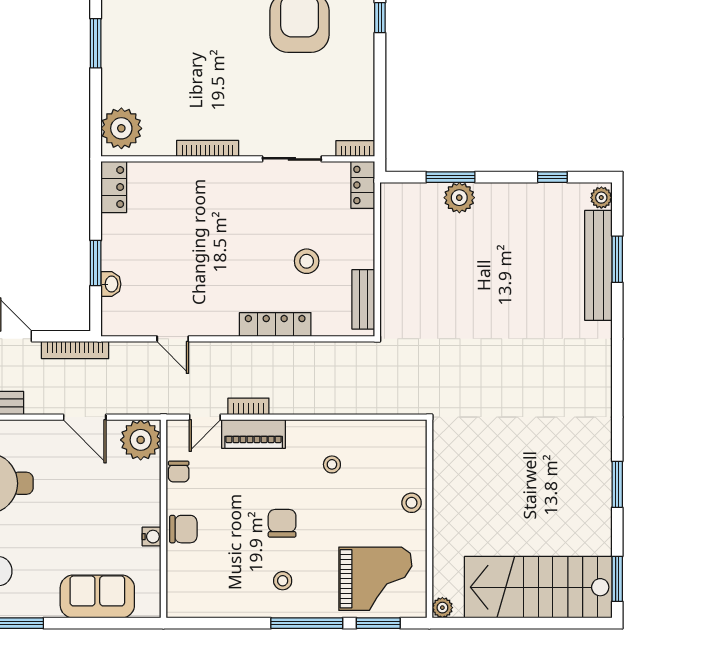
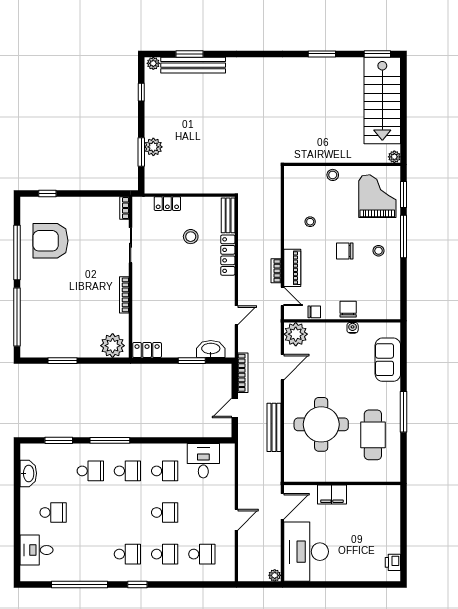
locker: (363, 185) -> (167, 204), moved
washbasin: (111, 284) -> (211, 349), width x1.91, depth x1.45
bench: (363, 299) -> (228, 215), moved, turned 90

